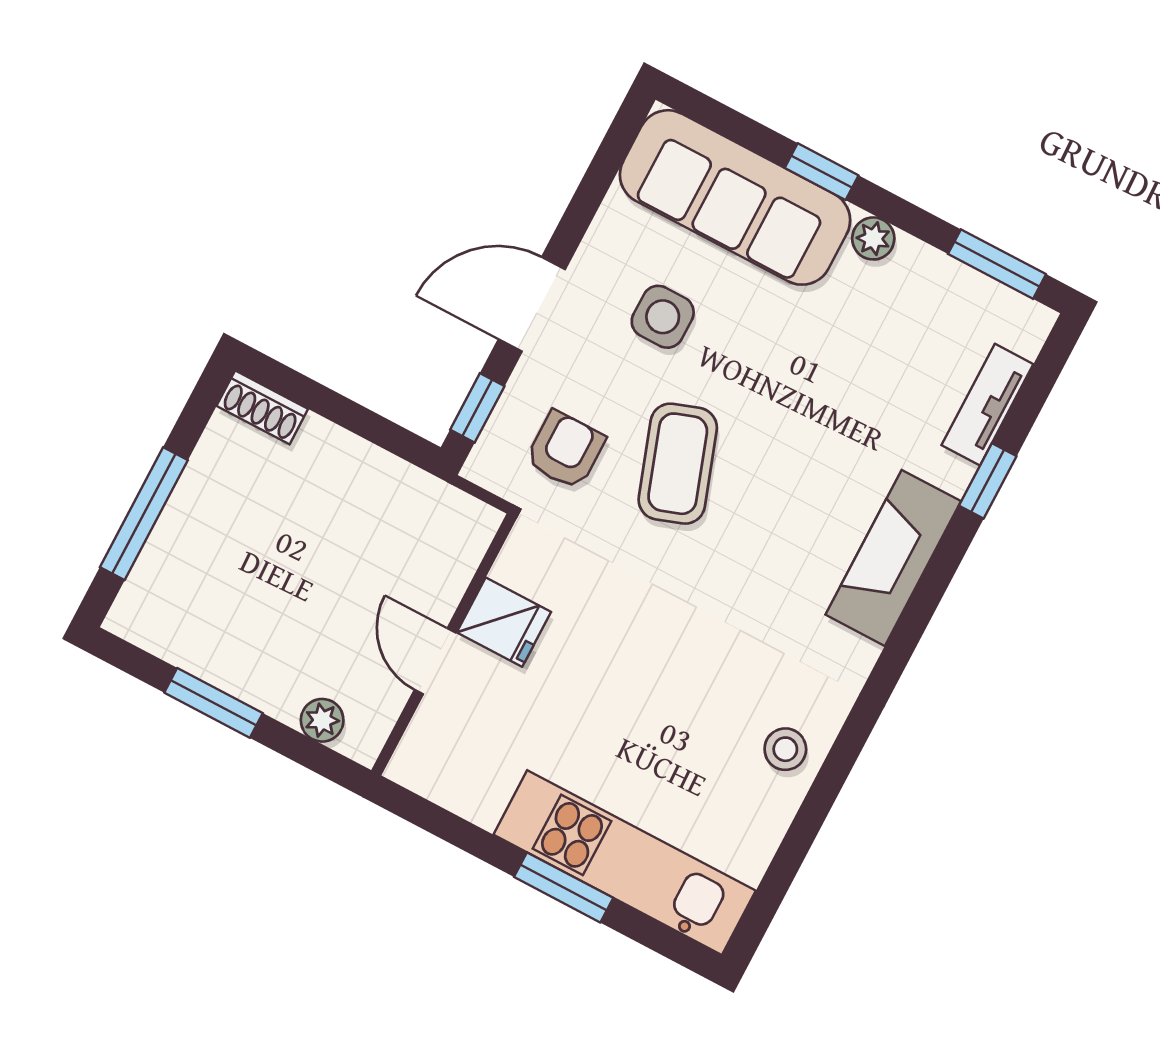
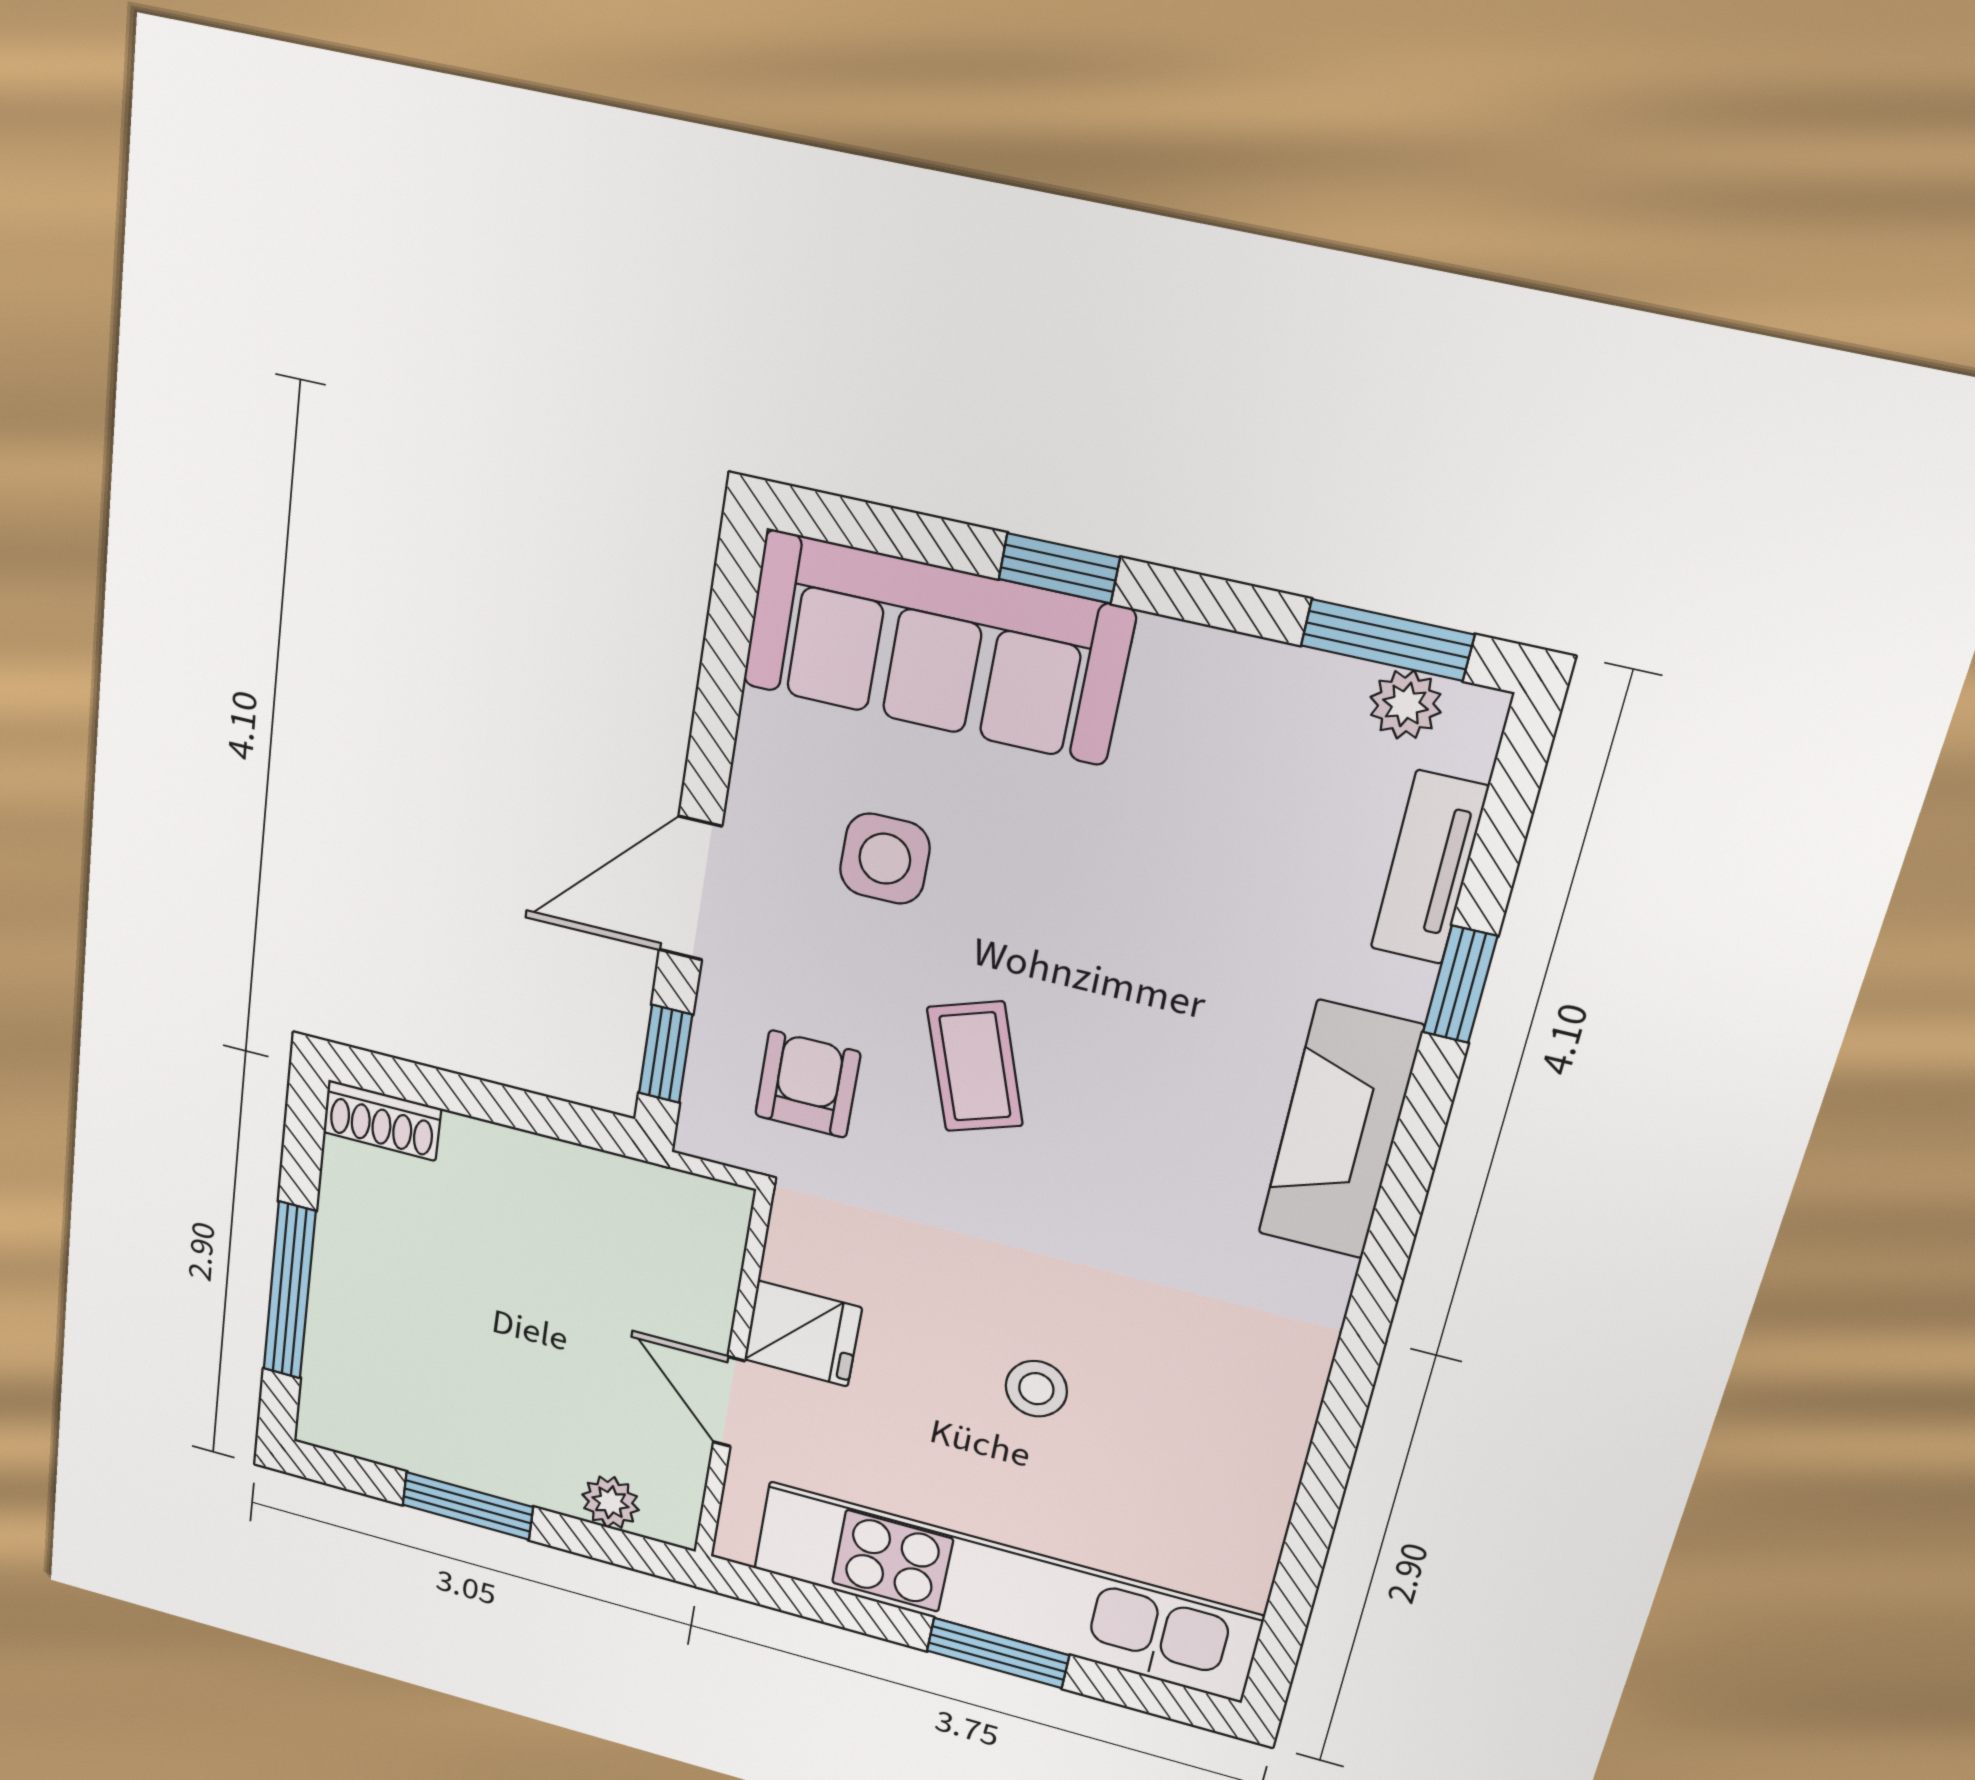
plant: (873, 238) -> (1406, 705), moved
coffee table: (678, 464) -> (975, 1067), width x0.73, depth x0.77
stool: (785, 749) -> (1036, 1389), moved
kitchen unit: (625, 863) -> (1005, 1592), width x1.36

